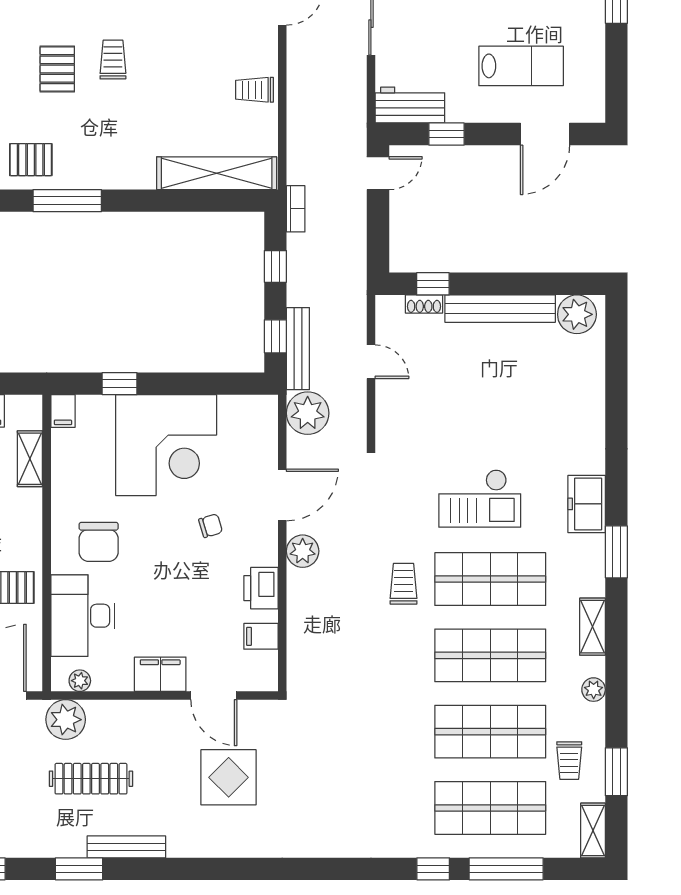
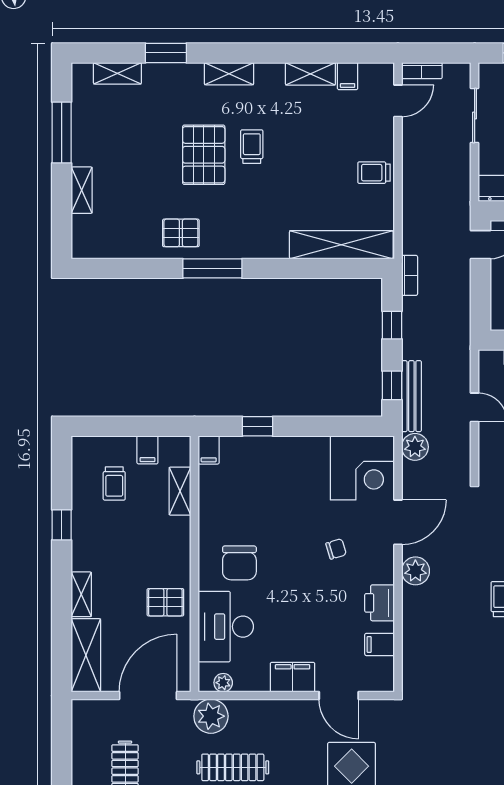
pallet: (57, 69) -> (204, 155), width x1.50, depth x1.42
plant: (308, 413) -> (415, 447), width x0.73, depth x0.73
corner desk: (166, 445) -> (362, 468), moved, width x0.74, depth x0.74

